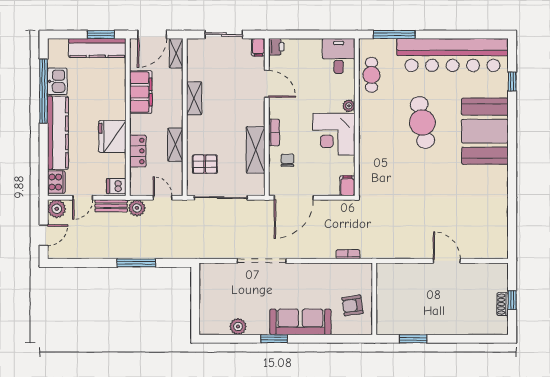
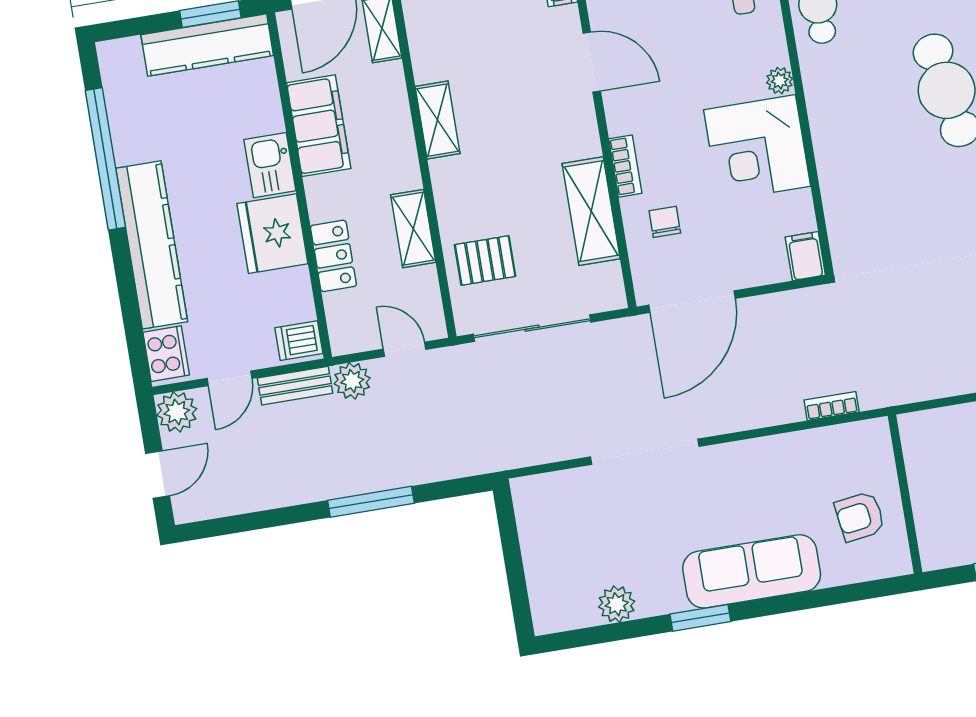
kitchen sink: (57, 81) -> (270, 165), moved, turned 180

